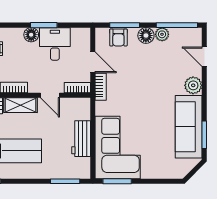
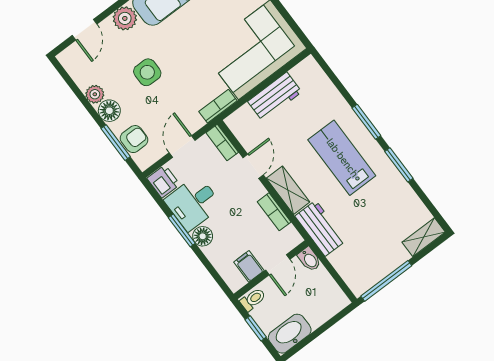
window: (177, 25) -> (73, 86), removed
printer: (81, 36) -> (163, 181), added
side table: (152, 75) -> (147, 72), added
bookcase: (101, 87) -> (218, 106), moved
window: (65, 181) -> (366, 122), moved
window: (117, 181) -> (292, 23), removed

